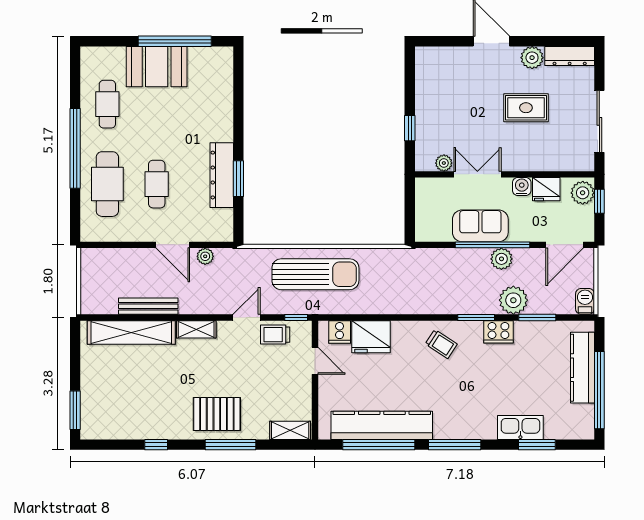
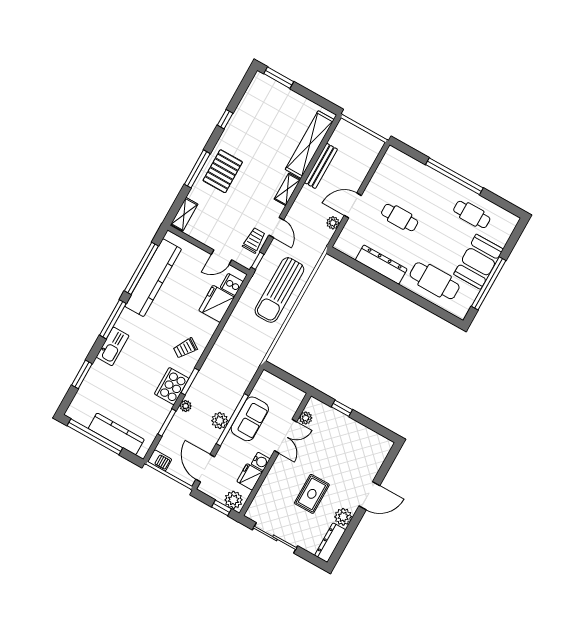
window: (238, 179) -> (373, 274), removed
cafe table: (107, 184) -> (435, 281), moved
plant: (513, 300) -> (186, 406), width x0.53, depth x0.53
cooker: (498, 332) -> (172, 386), width x1.37, depth x1.31
kitchen sink: (520, 427) -> (113, 346), moved

